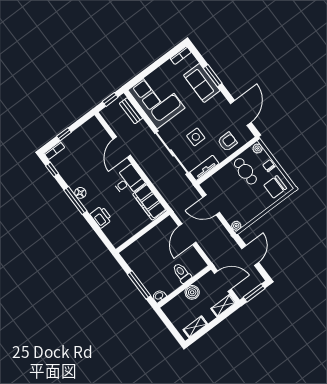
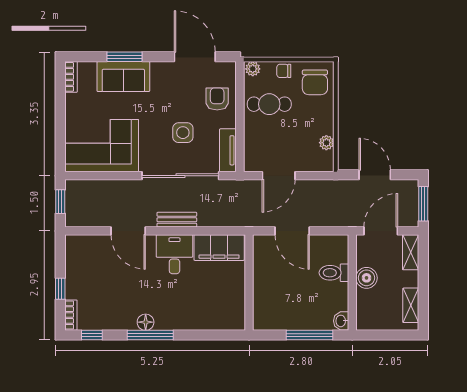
bench: (131, 111) -> (177, 220), moved
printer: (101, 217) -> (193, 319), removed
plant: (236, 226) -> (326, 143), moved

